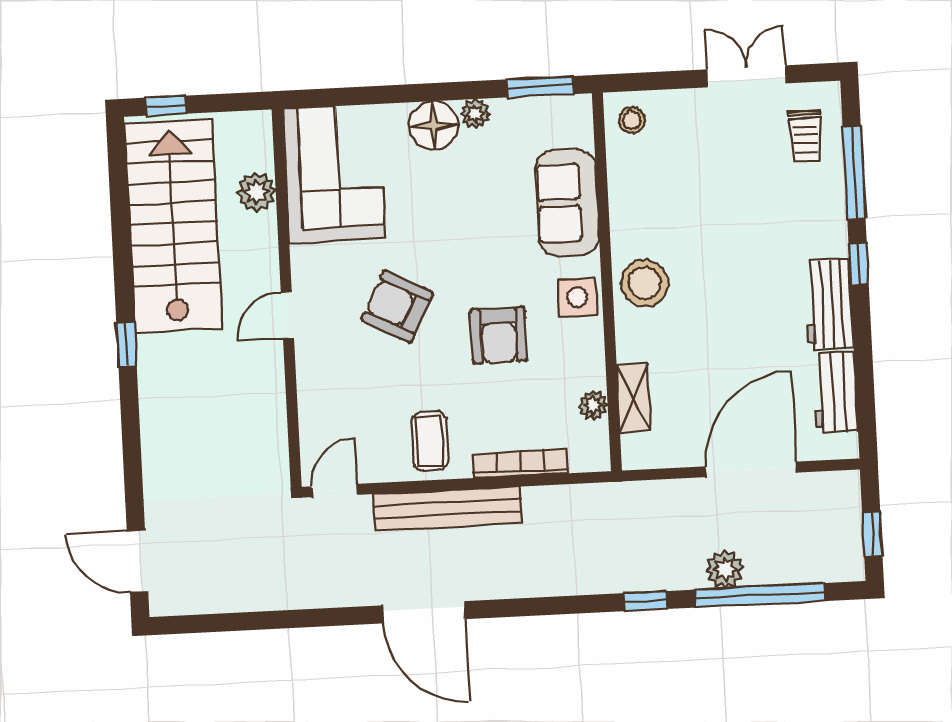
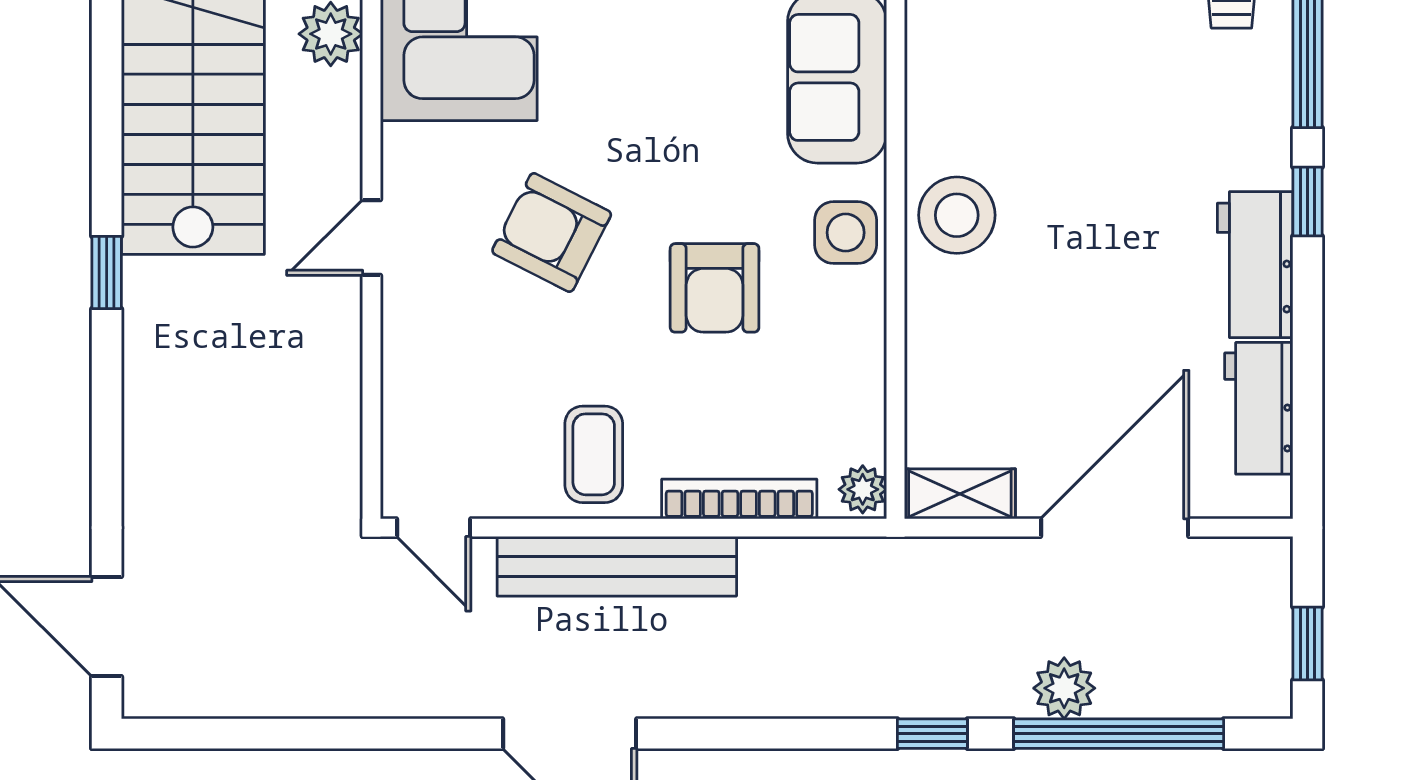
shelving: (634, 398) -> (960, 494), moved, turned 90
plant: (593, 405) -> (863, 489), moved
door: (334, 491) -> (434, 528), swing flipped

